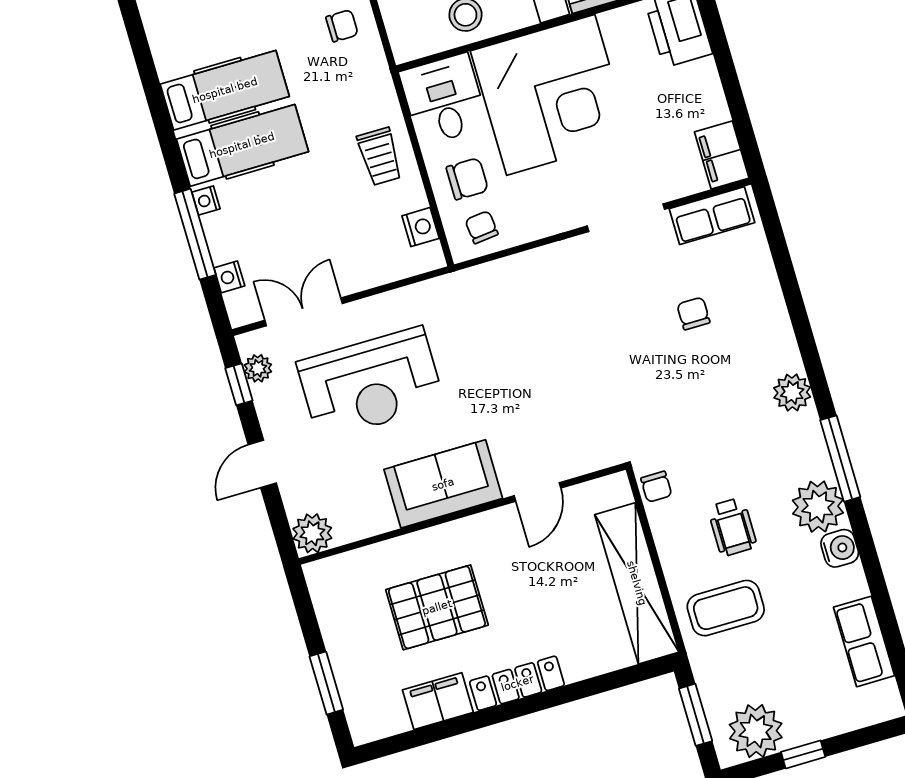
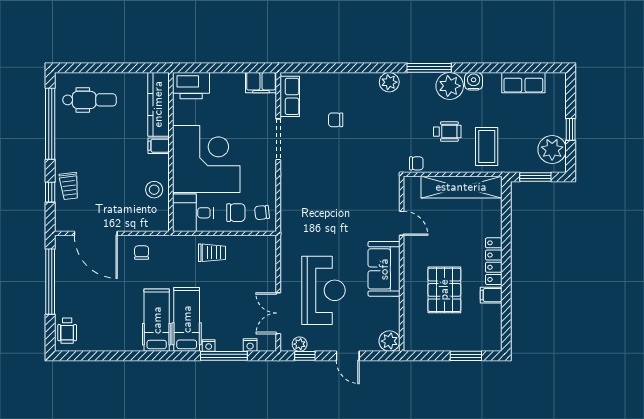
chair: (467, 179) -> (236, 213), turned 90
nightstand: (421, 227) -> (253, 243), removed
filing cabinet: (438, 701) -> (491, 295), width x0.50

